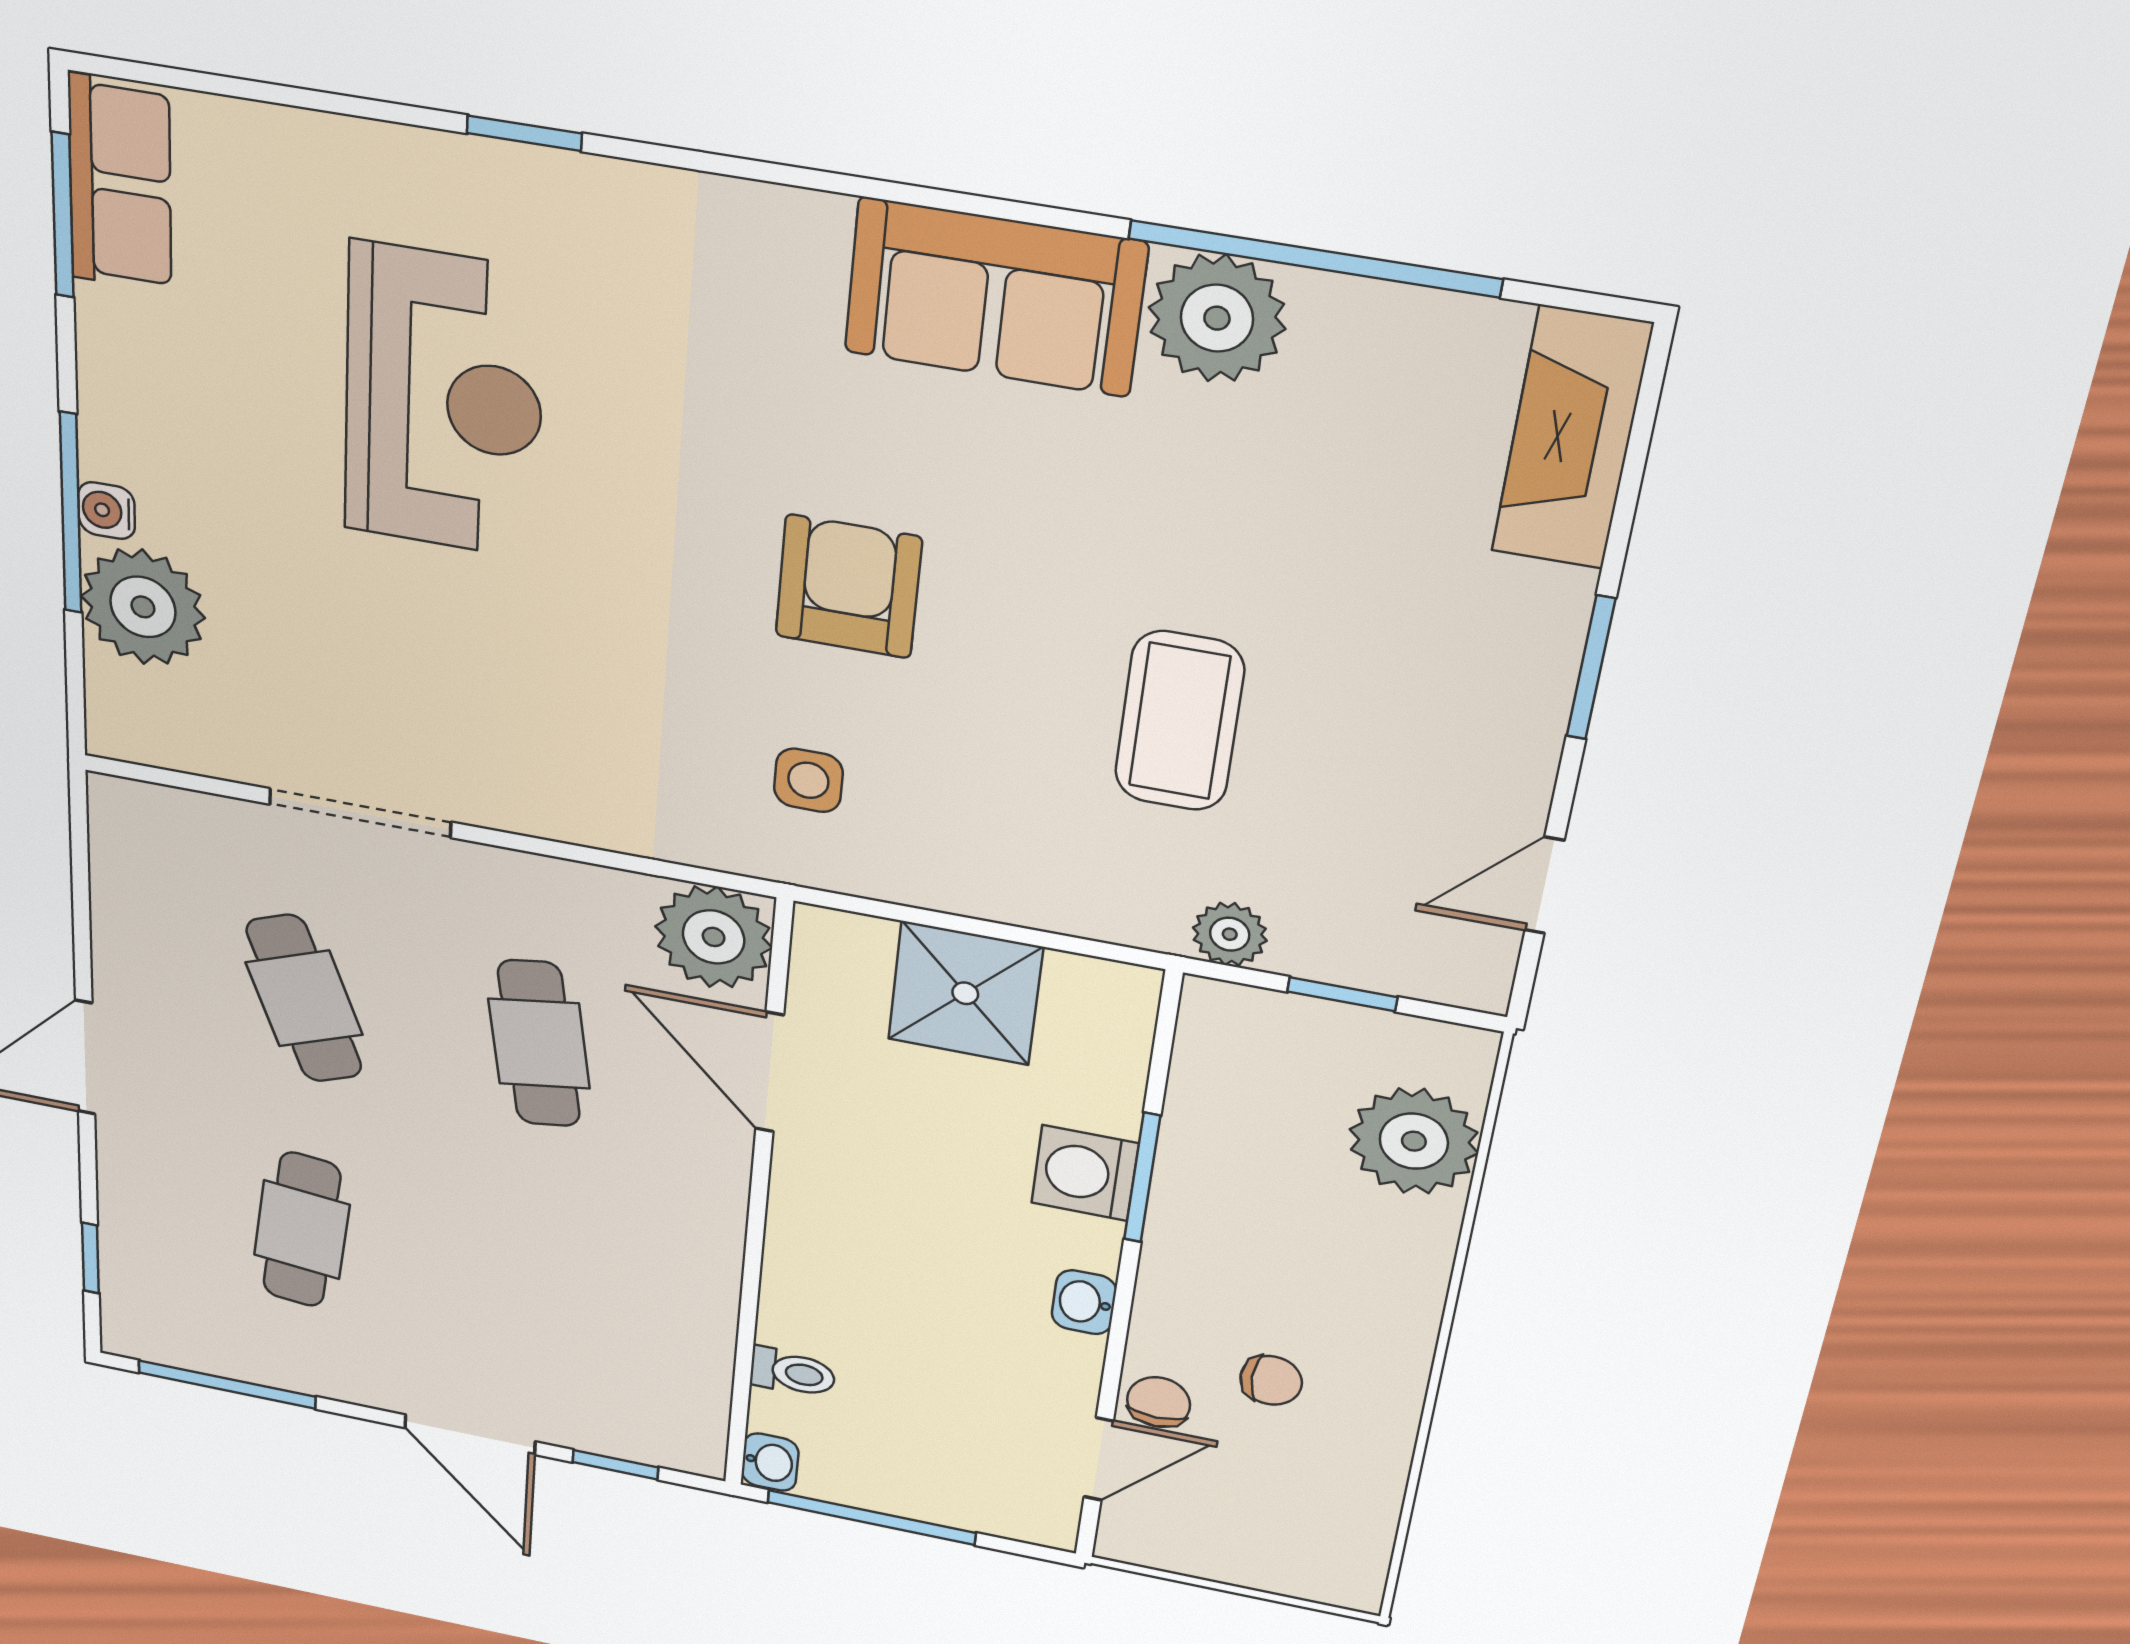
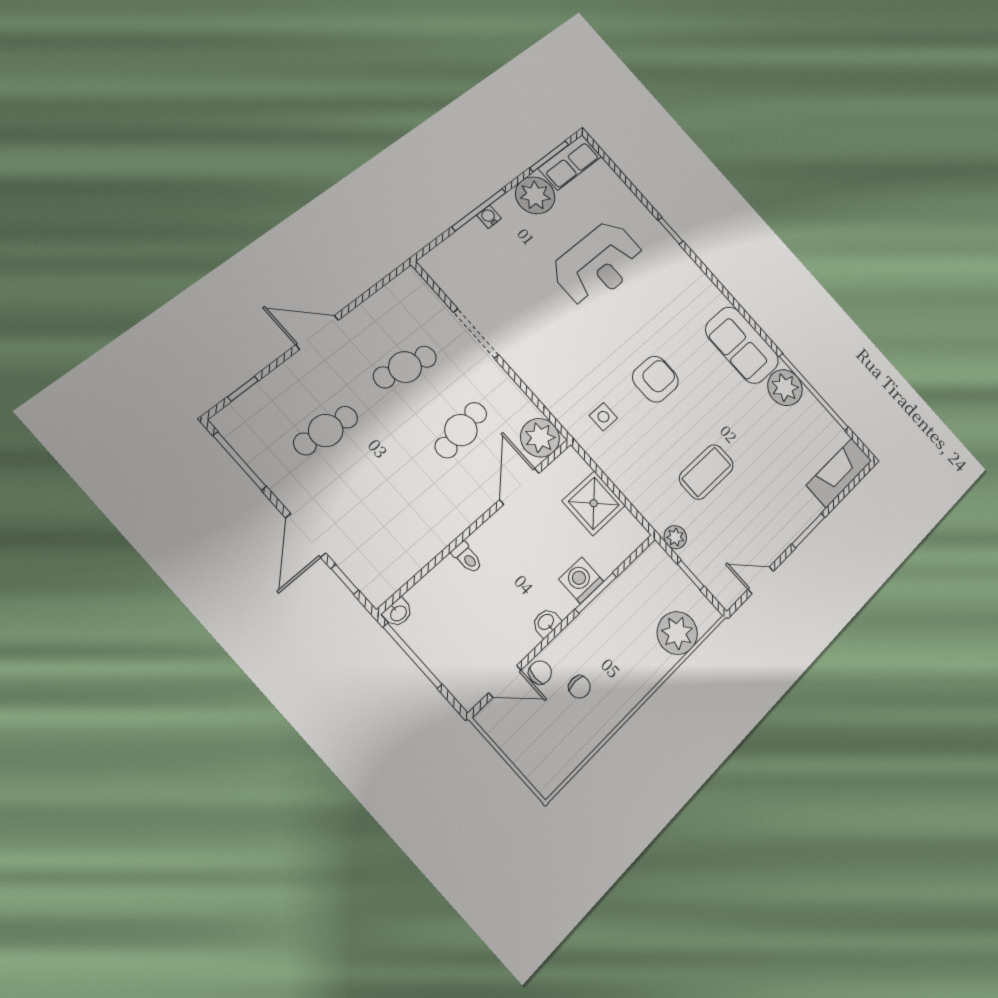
plant: (143, 607) -> (535, 195), moved
cafe table: (304, 999) -> (405, 367), turned 33
toilet: (793, 1373) -> (467, 558), moved

